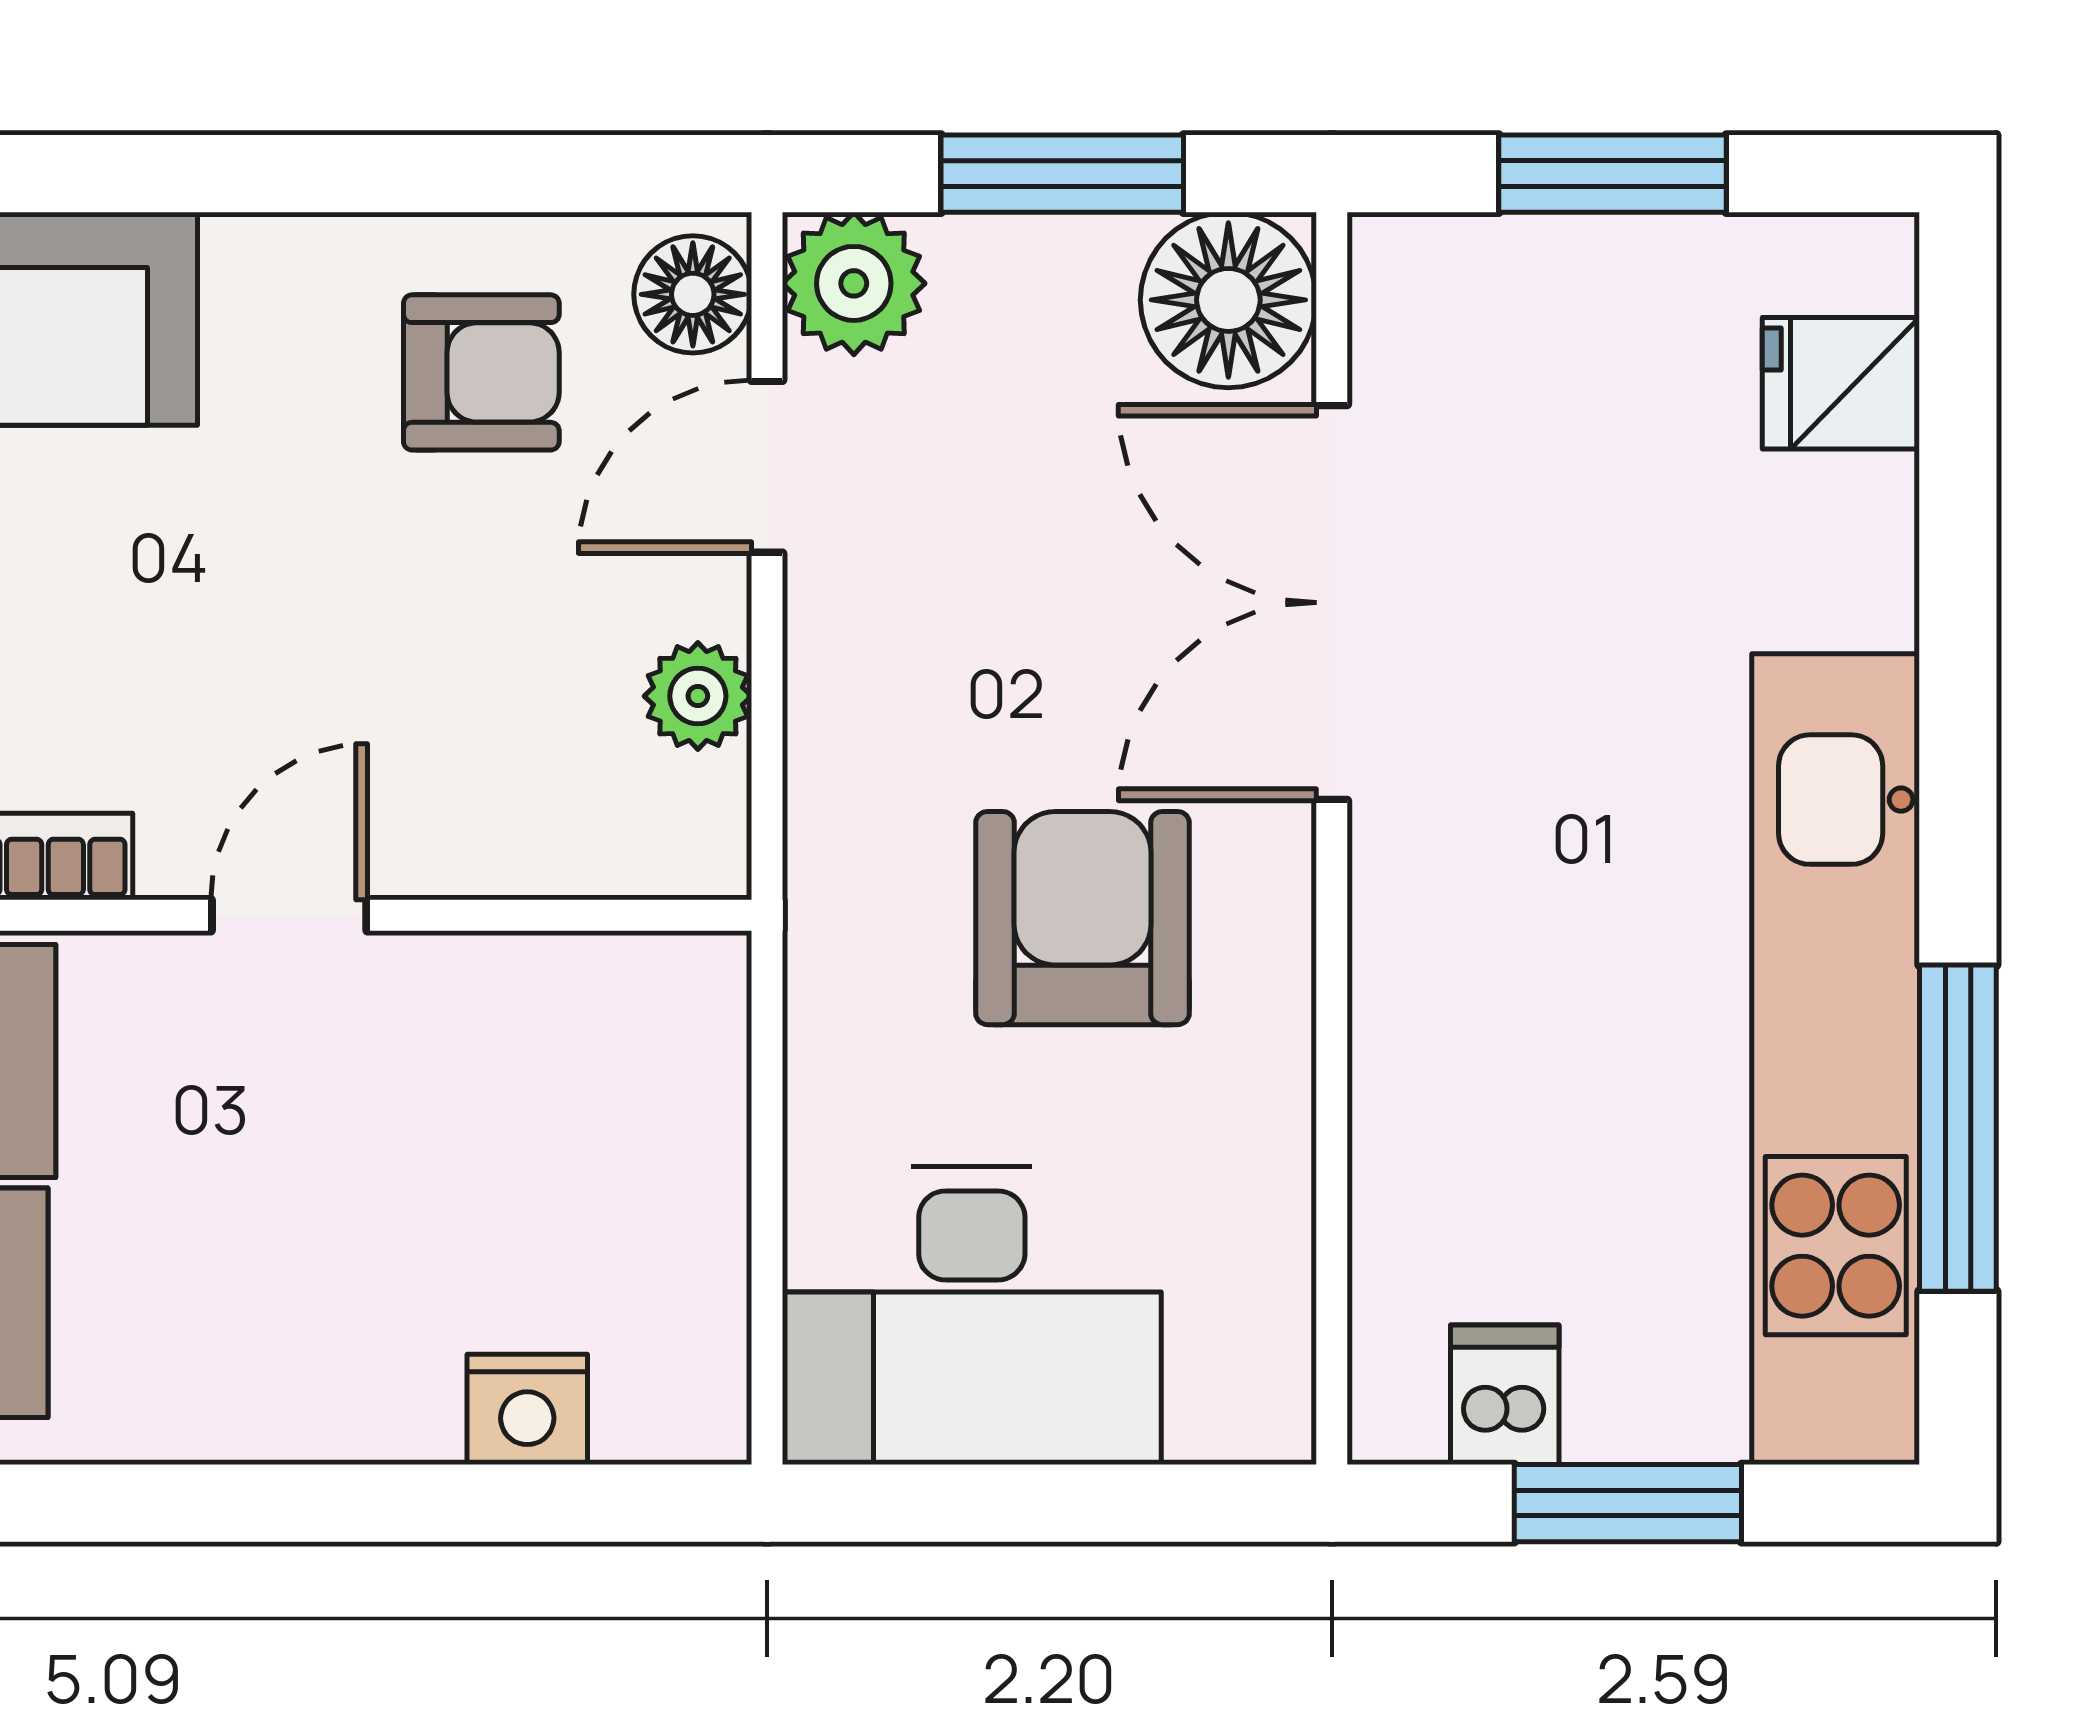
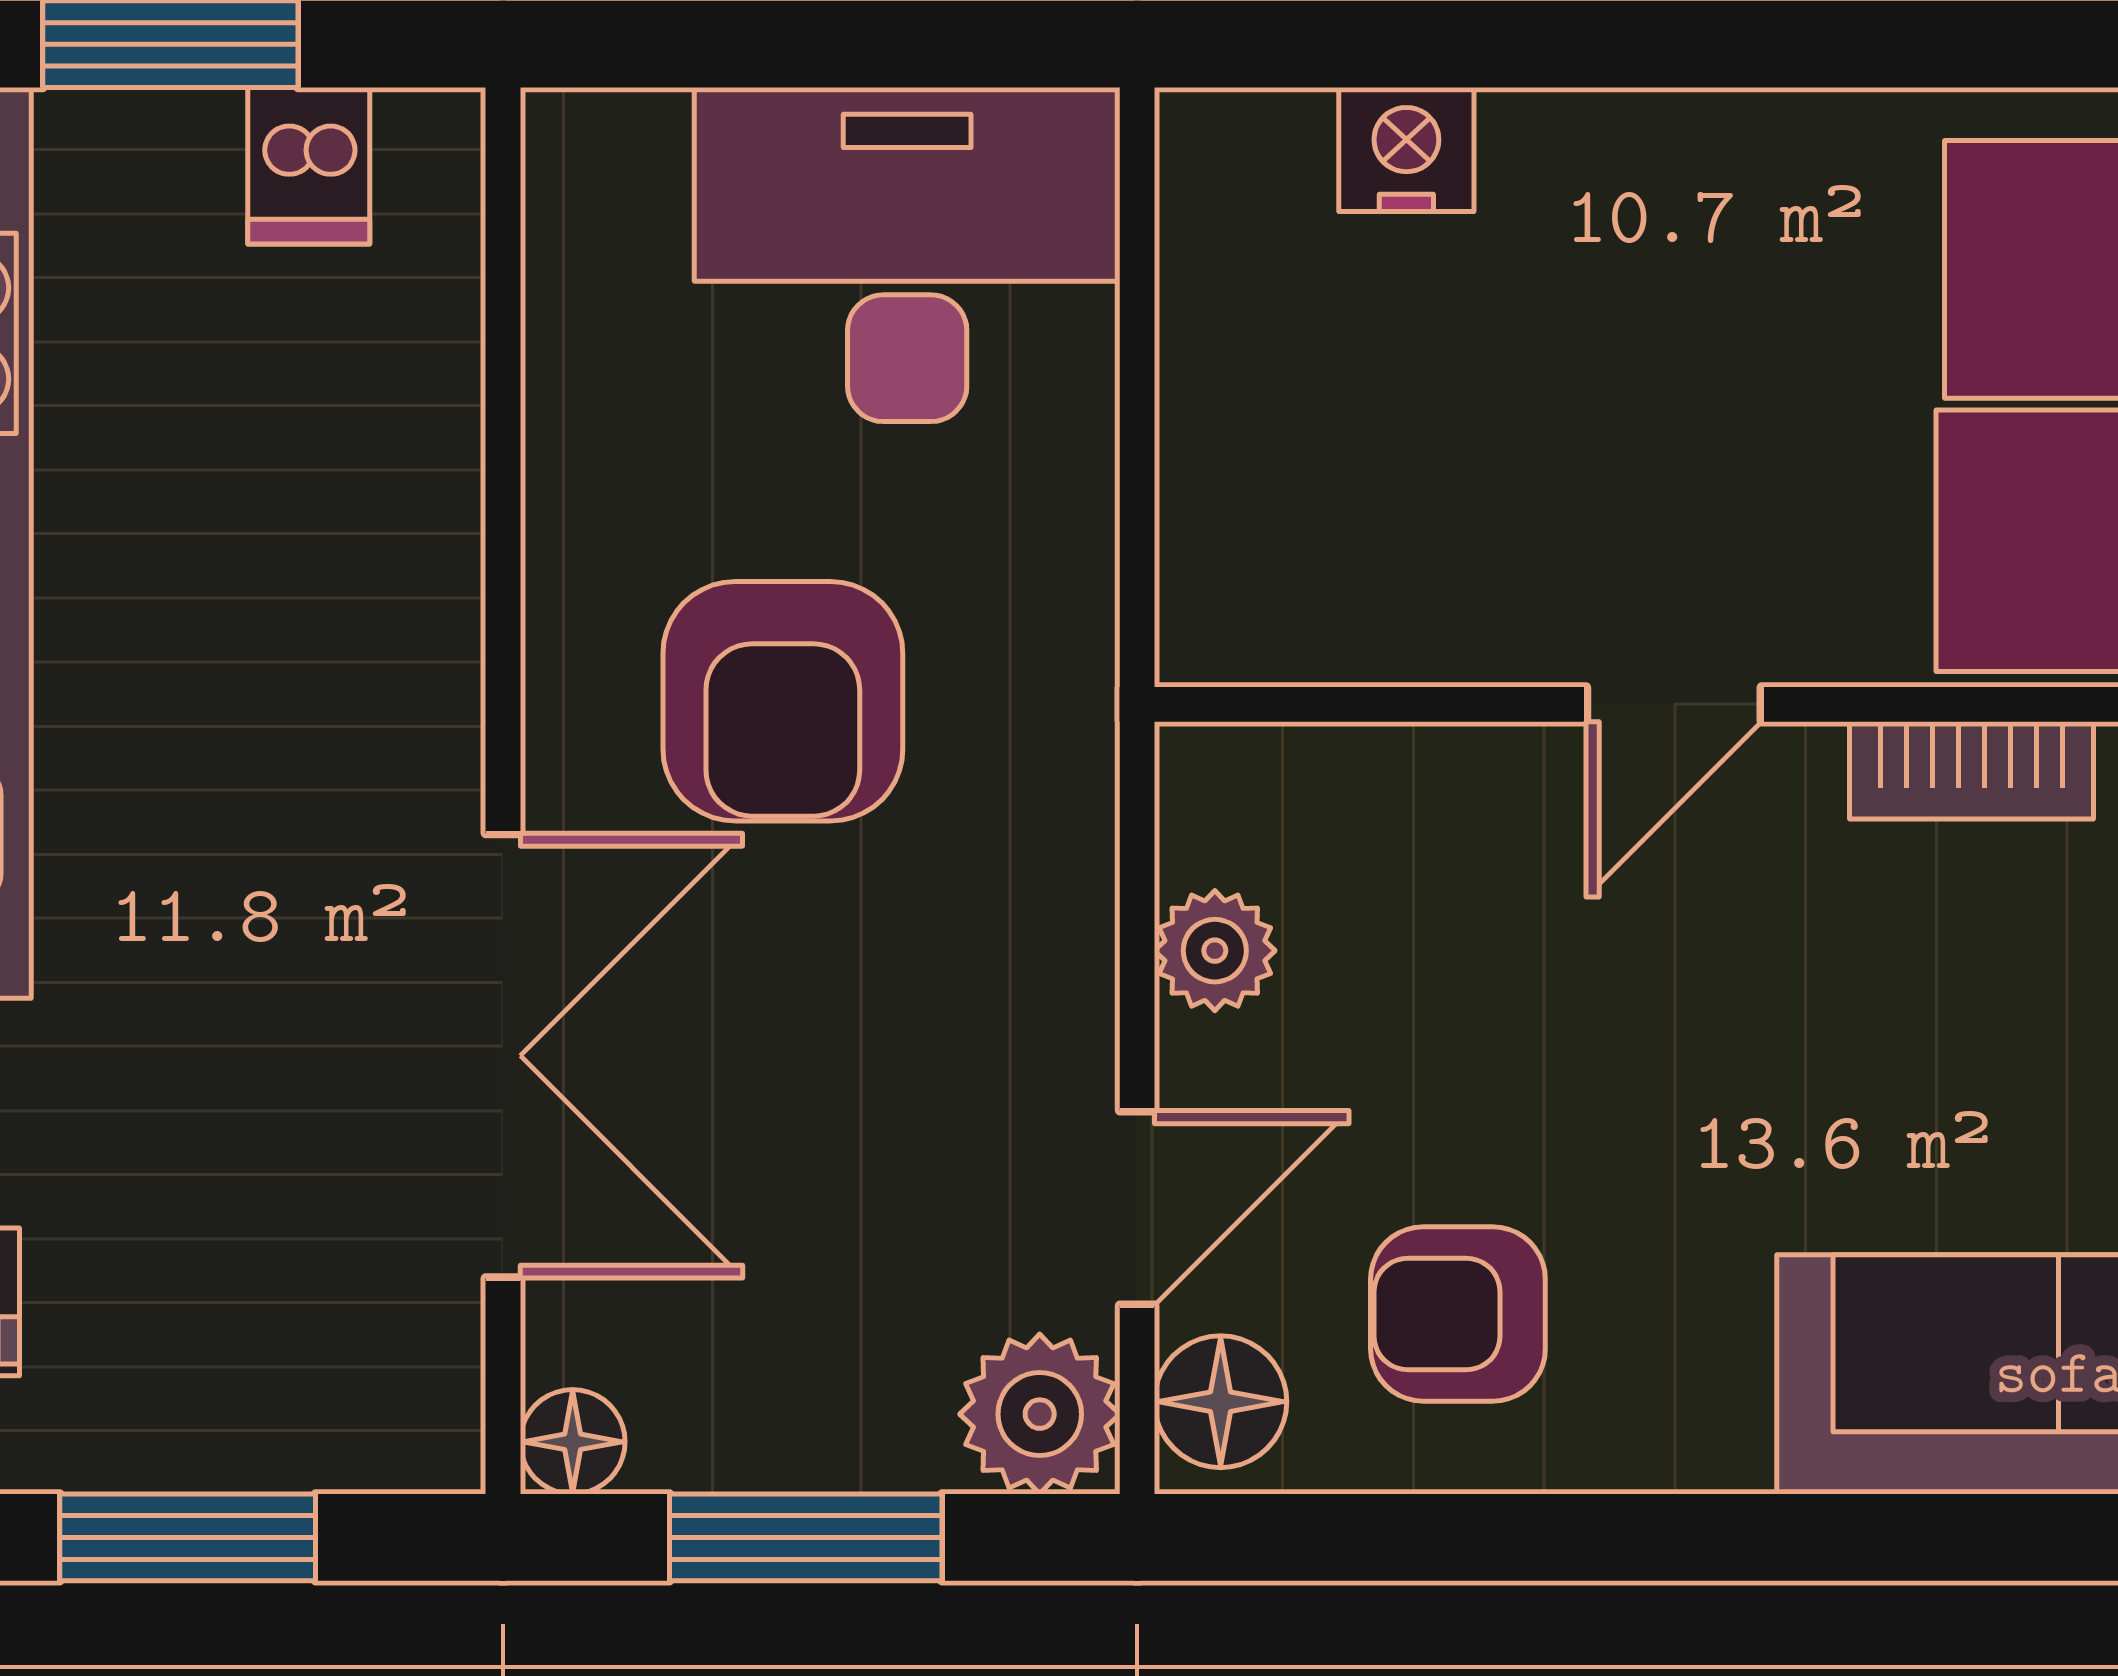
floor lamp: (1228, 300) -> (573, 1442), width x0.53, depth x0.53

